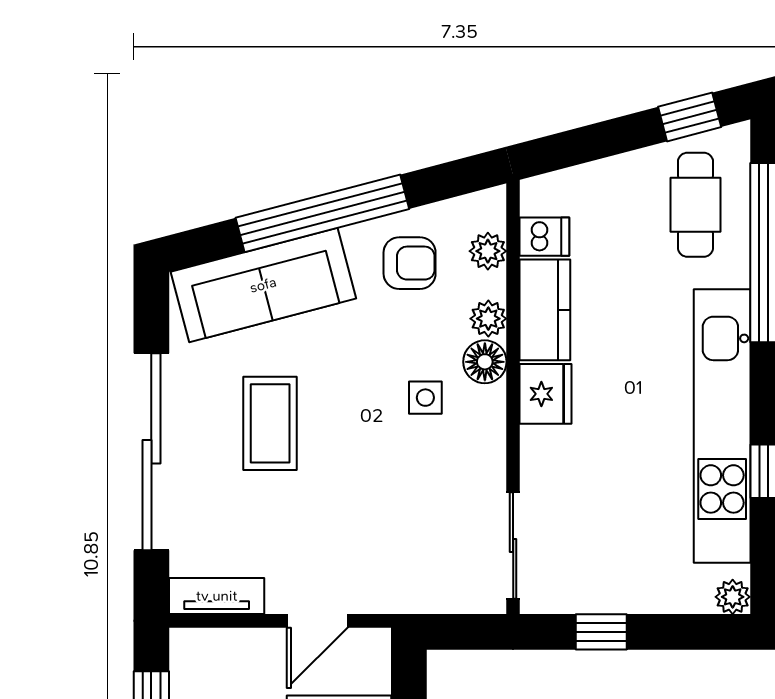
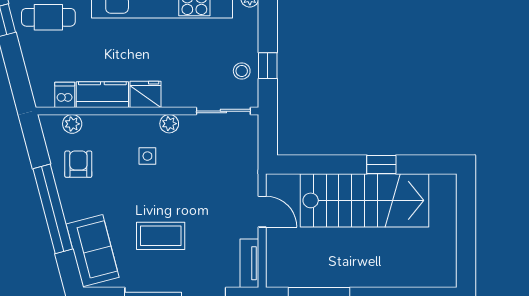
sofa: (263, 285) -> (93, 251), width x0.73
plant: (488, 319) -> (169, 124), moved
floor lamp: (485, 362) -> (129, 126), removed
stool: (591, 581) -> (242, 71), added

